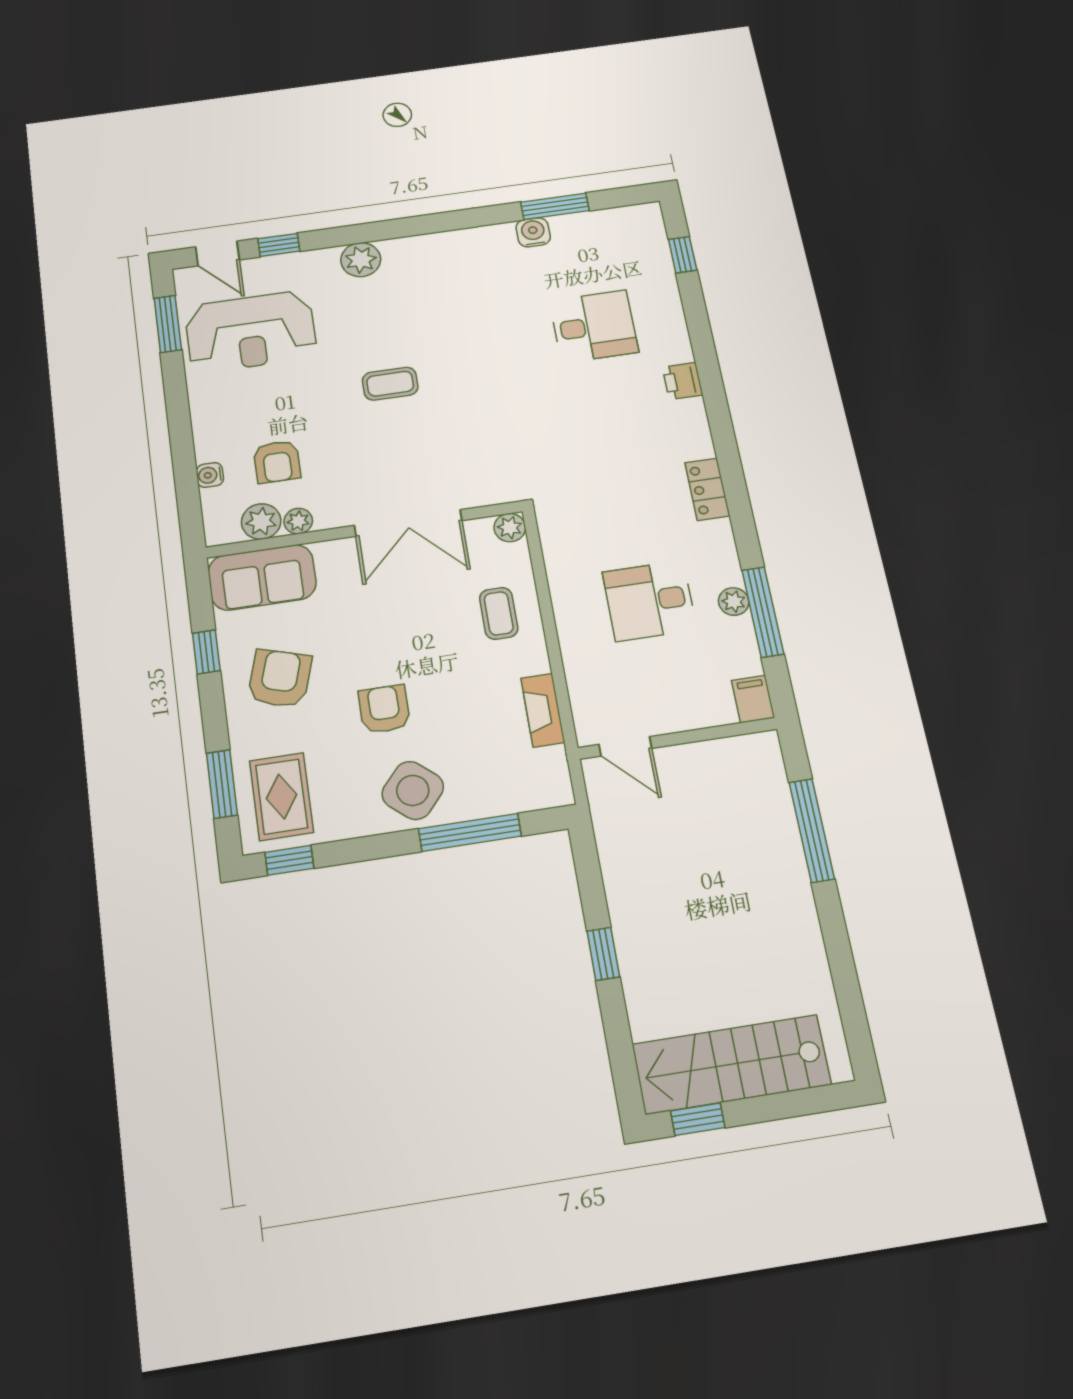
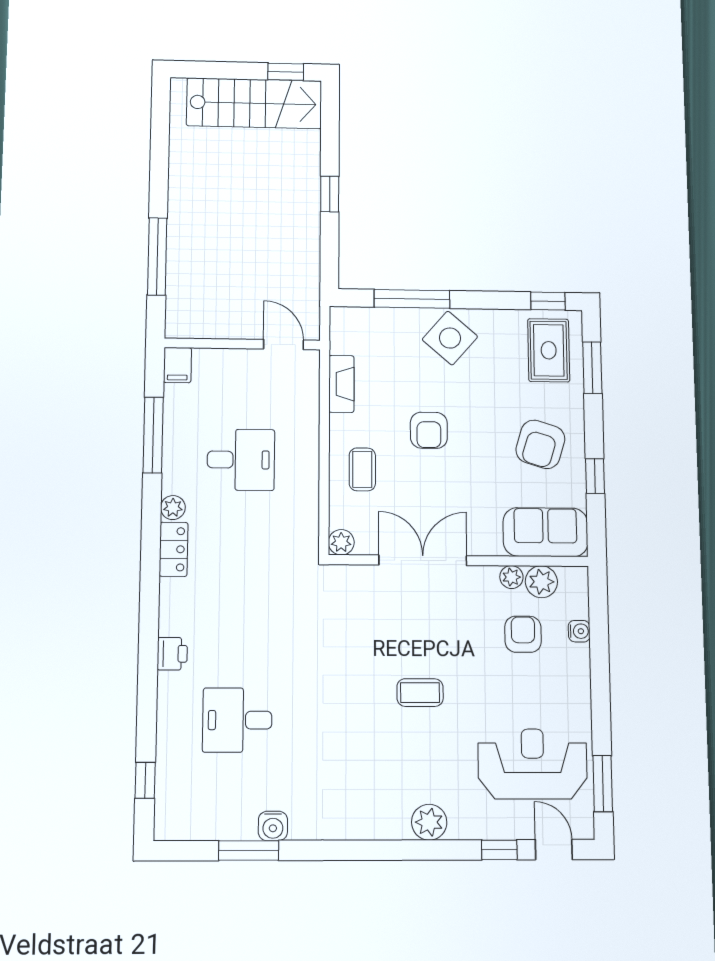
plant: (734, 602) -> (173, 508), moved
armchair: (384, 709) -> (429, 430), moved

